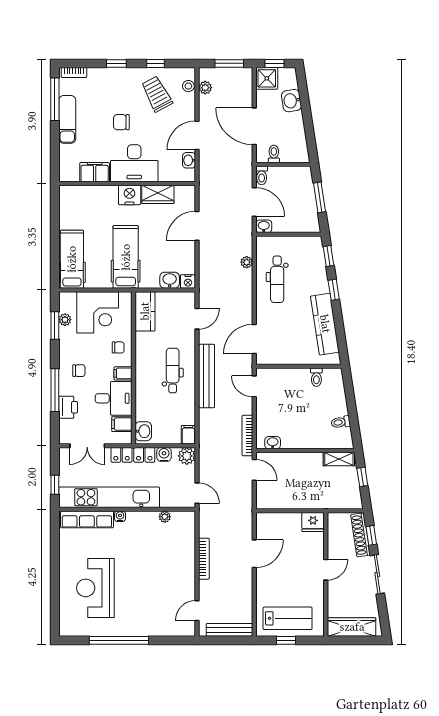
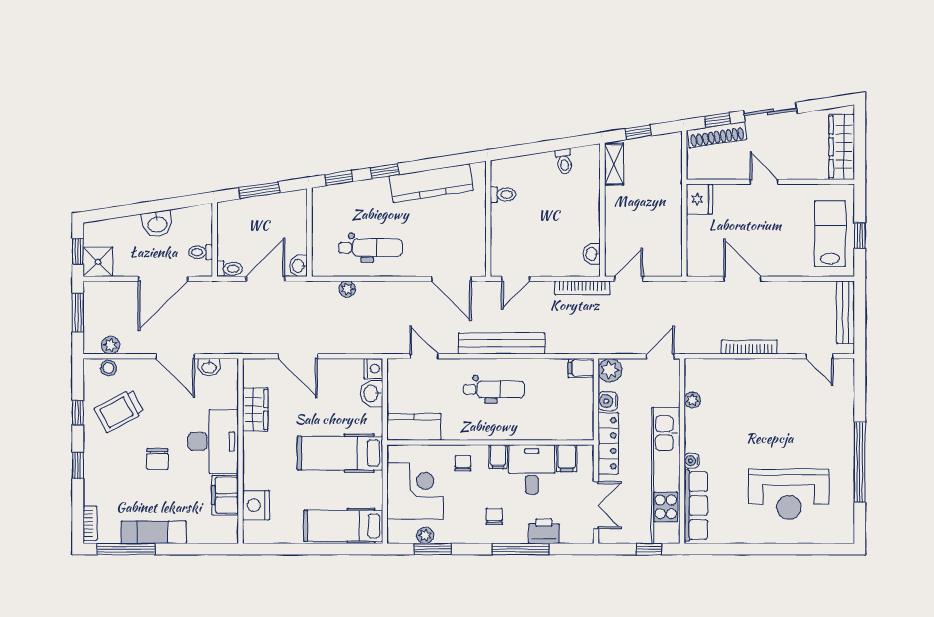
washbasin: (291, 101) -> (157, 224), moved
nightstand: (130, 195) -> (256, 505), moved
dental chair: (173, 370) -> (494, 389), turned 180
washbasin: (143, 431) -> (576, 429), removed

